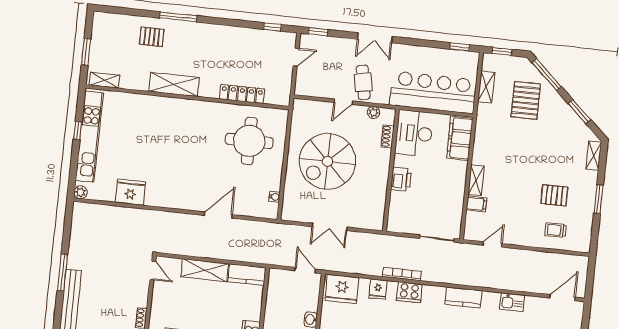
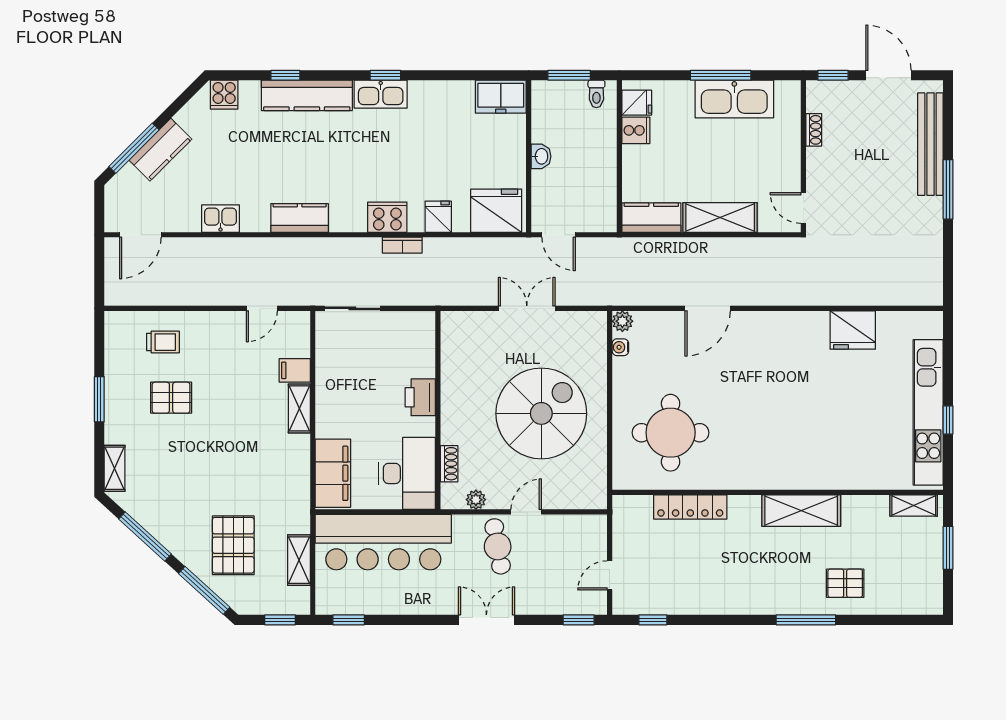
window: (579, 112) -> (145, 536), width x1.44
plant: (81, 192) -> (622, 321), moved
bookcase: (402, 274) -> (402, 245), width x0.64

